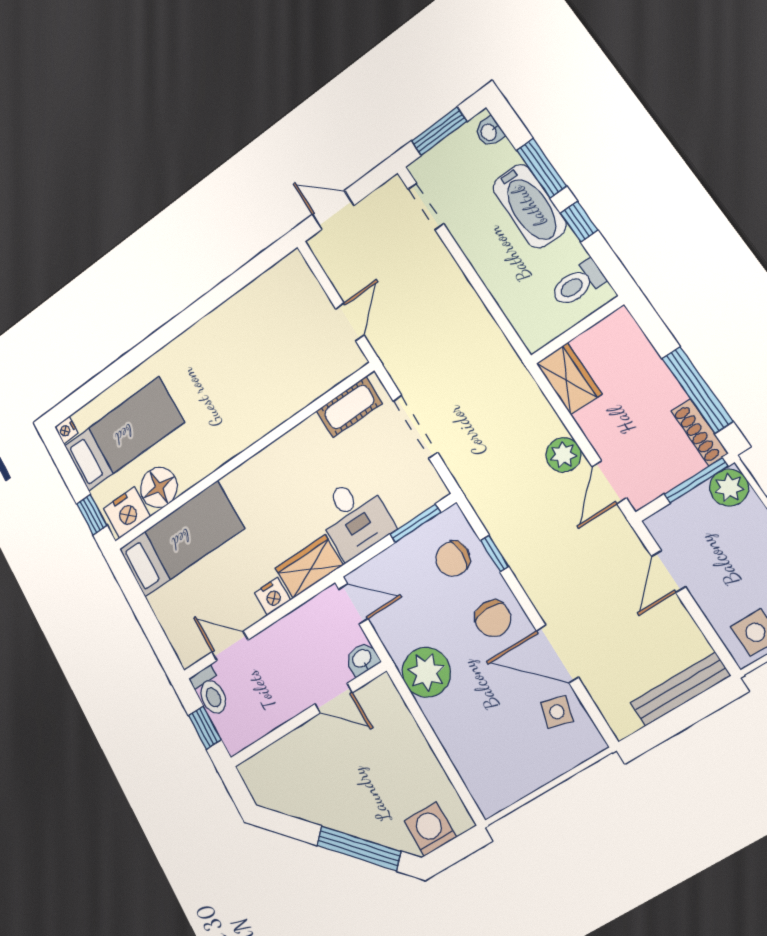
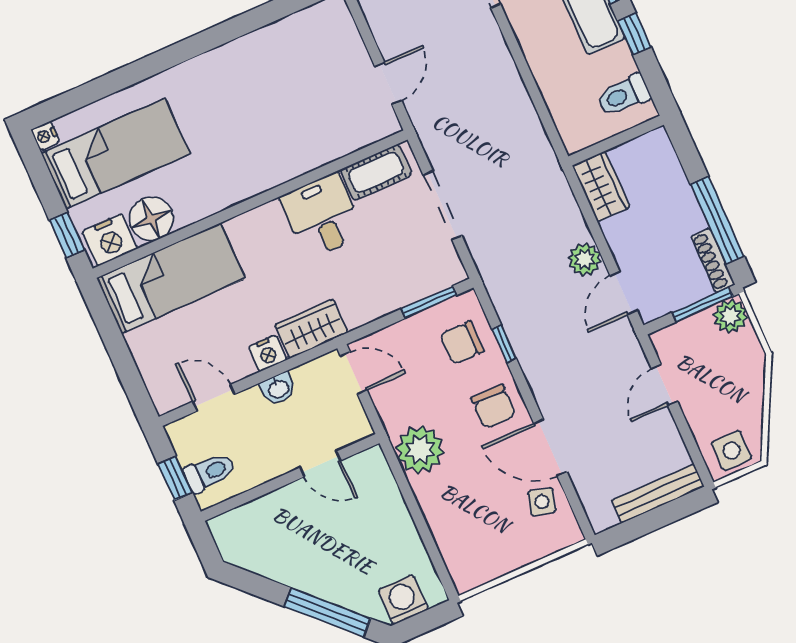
desk: (354, 517) -> (322, 216), moved, turned 180
washbasin: (362, 659) -> (278, 389), moved, turned 180
toilet: (210, 692) -> (210, 472), moved, turned -90

